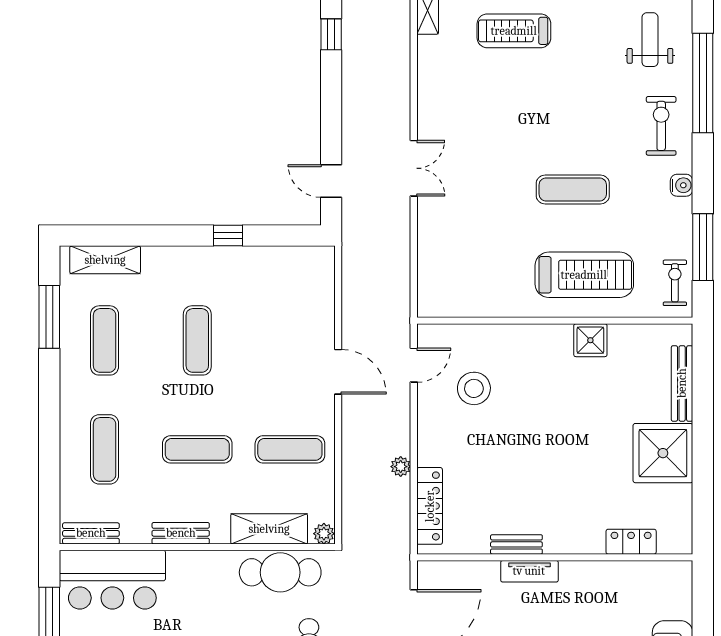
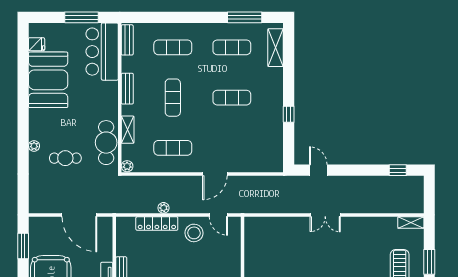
door: (331, 181) -> (318, 170), hinge flipped
stool: (474, 388) -> (194, 233), moved
exercise mat: (290, 449) -> (173, 148), turned 90
locker: (430, 506) -> (157, 224), moved
shelving: (269, 529) -> (128, 130), width x0.67, depth x0.75

